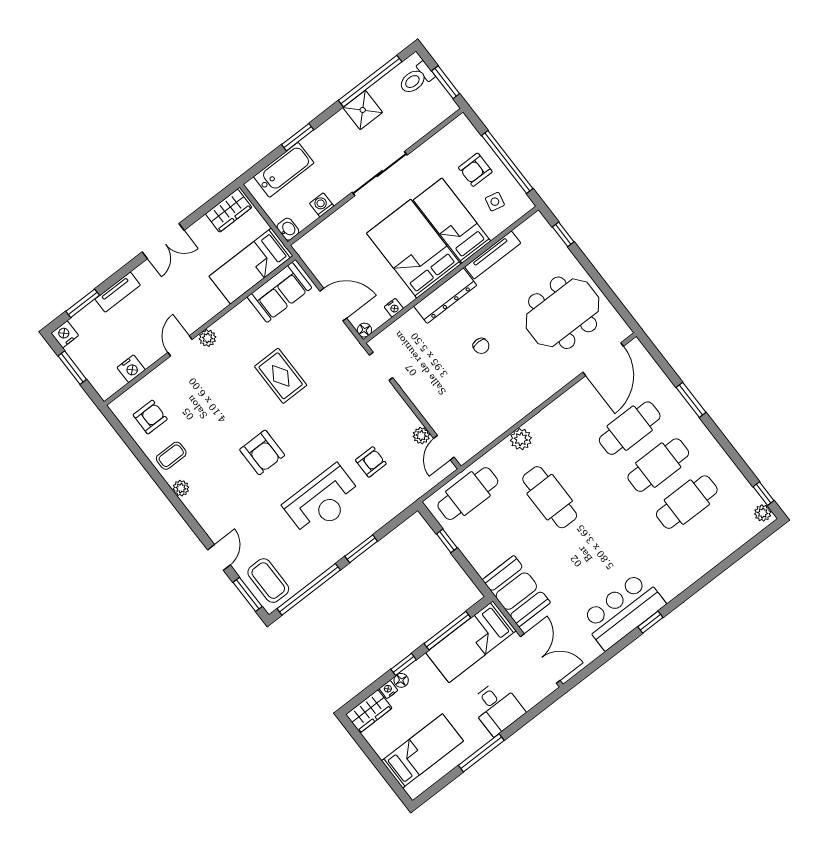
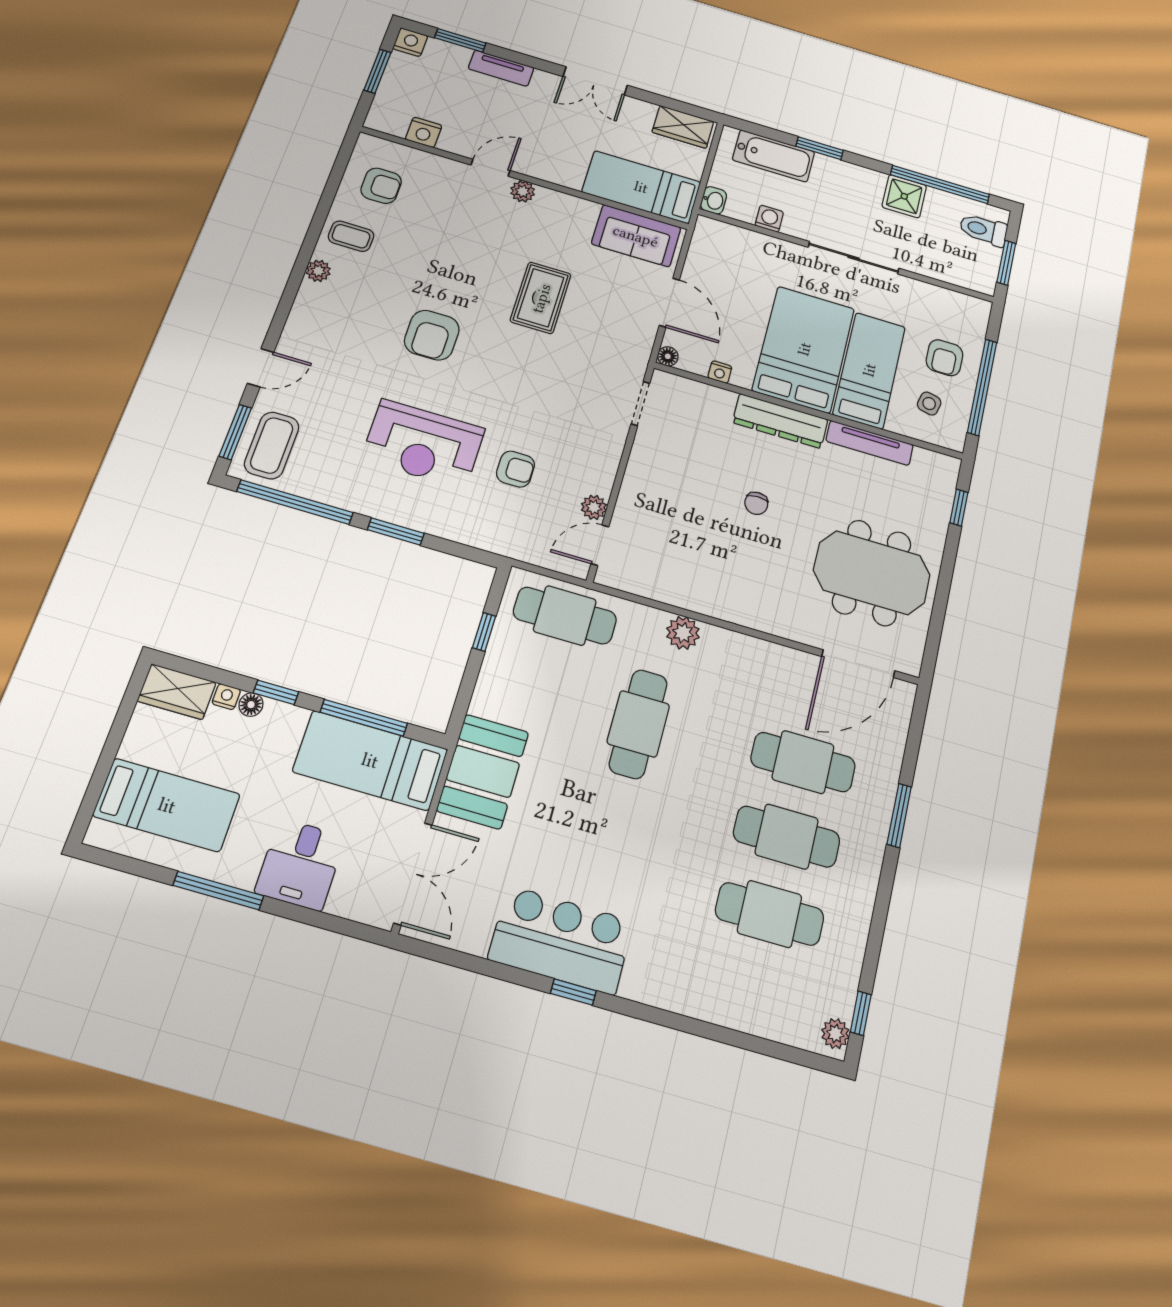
armchair: (475, 170) -> (945, 358), turned -90

